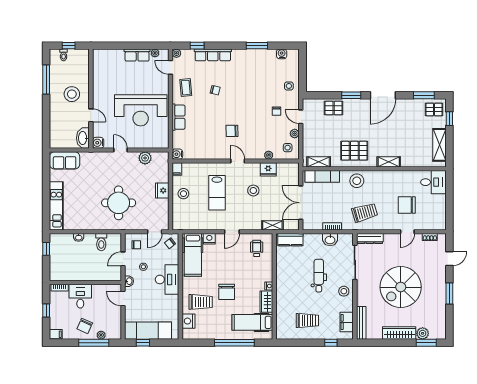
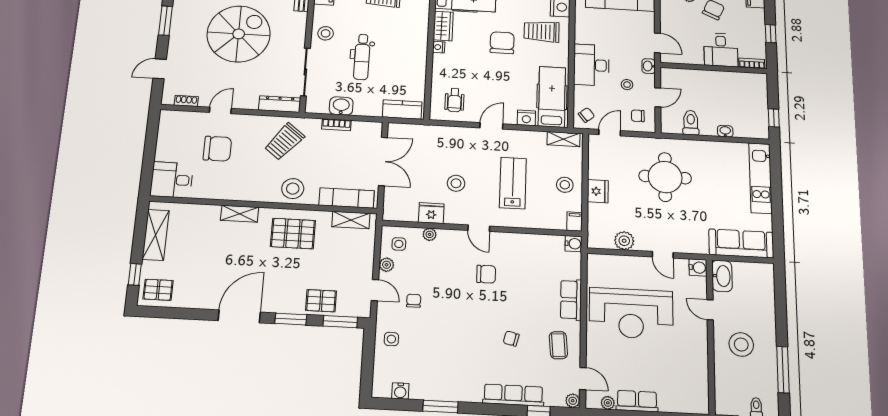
window: (424, 95) -> (340, 322), moved
reception desk: (141, 110) -> (631, 313), turned 180
sofa: (65, 160) -> (741, 243), width x1.36
trolley: (365, 213) -> (284, 142), turned -35
shelving: (272, 225) -> (563, 139), moved

